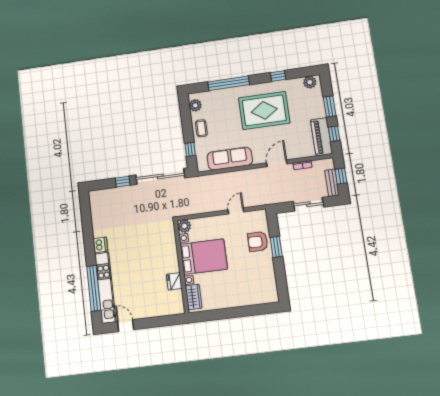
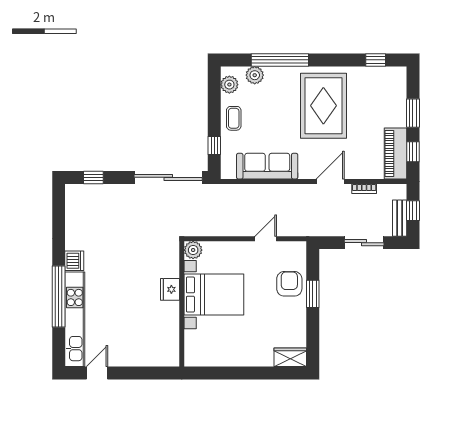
window: (278, 76) -> (376, 60), moved
plant: (310, 82) -> (255, 75), moved
rug: (264, 110) -> (323, 106), turned 90
window: (123, 182) -> (93, 177), moved
armchair: (258, 242) -> (289, 284), turned 90
fridge: (174, 281) -> (170, 289), moved
window: (94, 288) -> (59, 296), moved
wardrobe: (194, 297) -> (290, 357), moved, turned -90
door: (126, 326) -> (97, 373), hinge flipped

